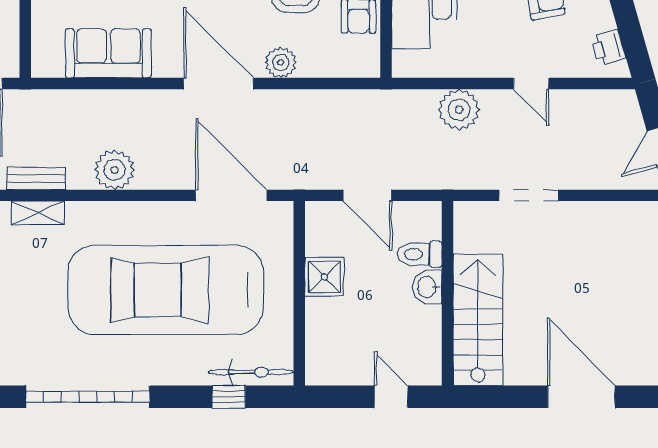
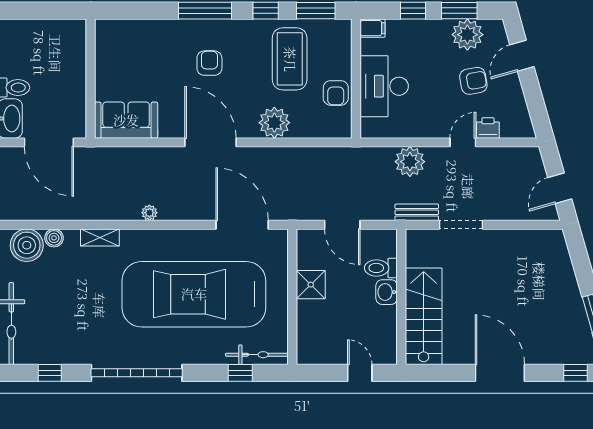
printer: (609, 47) -> (488, 128), moved, turned 106
sofa: (108, 53) -> (126, 120), moved
plant: (281, 62) -> (274, 123), width x1.36, depth x1.36
door: (218, 84) -> (211, 142), moved
door: (531, 84) -> (463, 142), swing flipped
plant: (115, 170) -> (149, 213), width x0.53, depth x0.53
bench: (36, 179) -> (417, 212), moved

